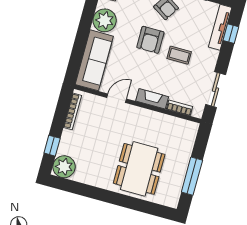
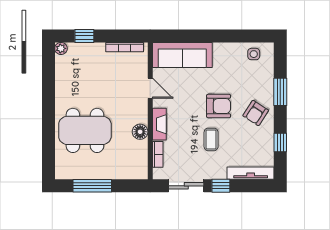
plant: (105, 20) -> (226, 54), removed
window: (231, 34) -> (221, 186), moved
armchair: (150, 40) -> (219, 106), turned 180
floor lamp: (154, 118) -> (140, 132), added
plant: (64, 167) -> (61, 48), width x0.53, depth x0.53

